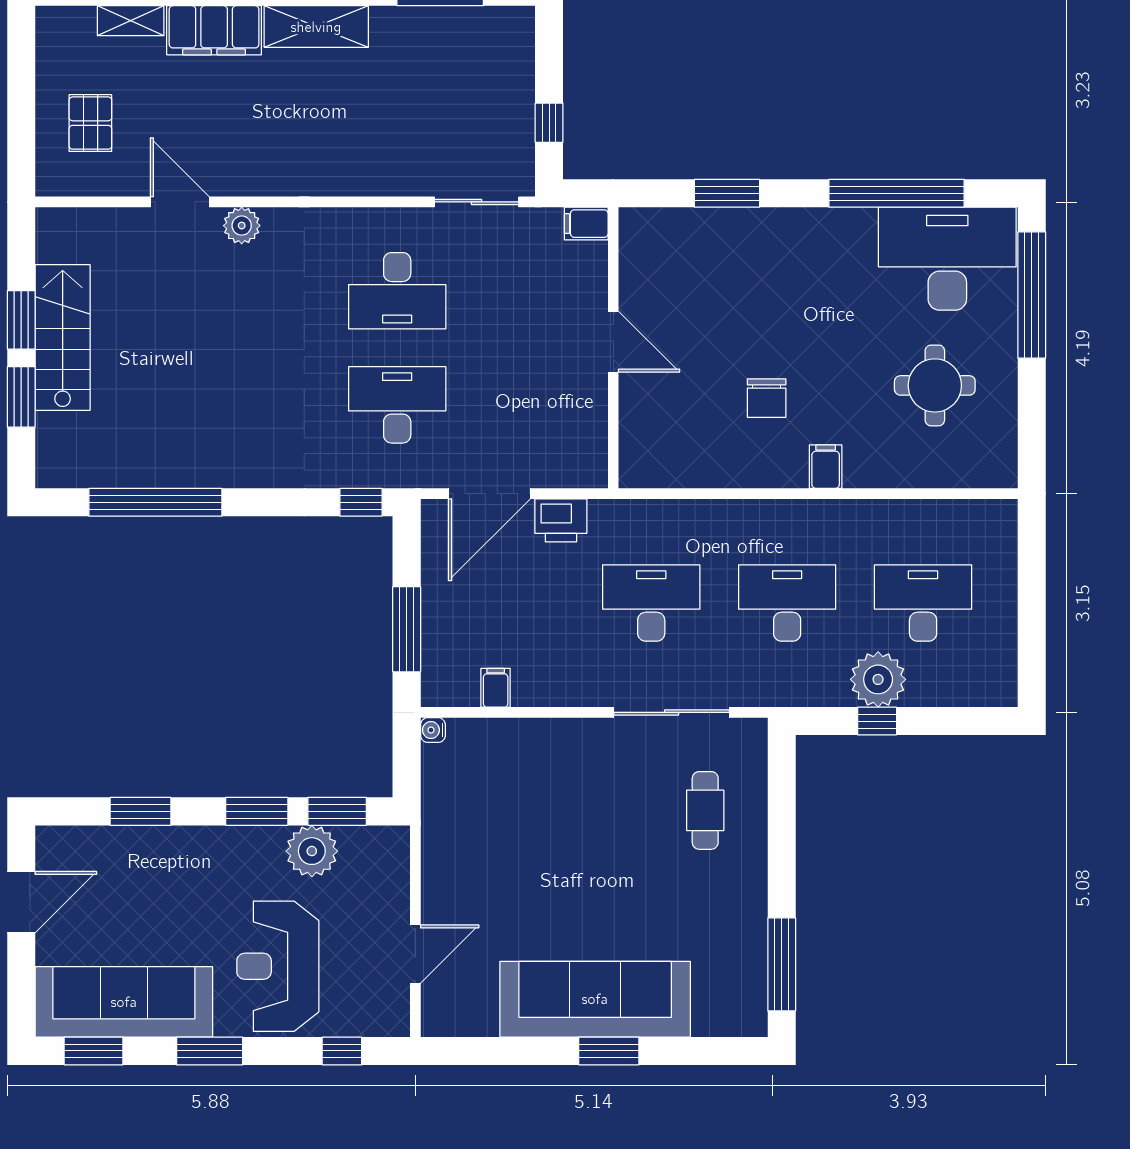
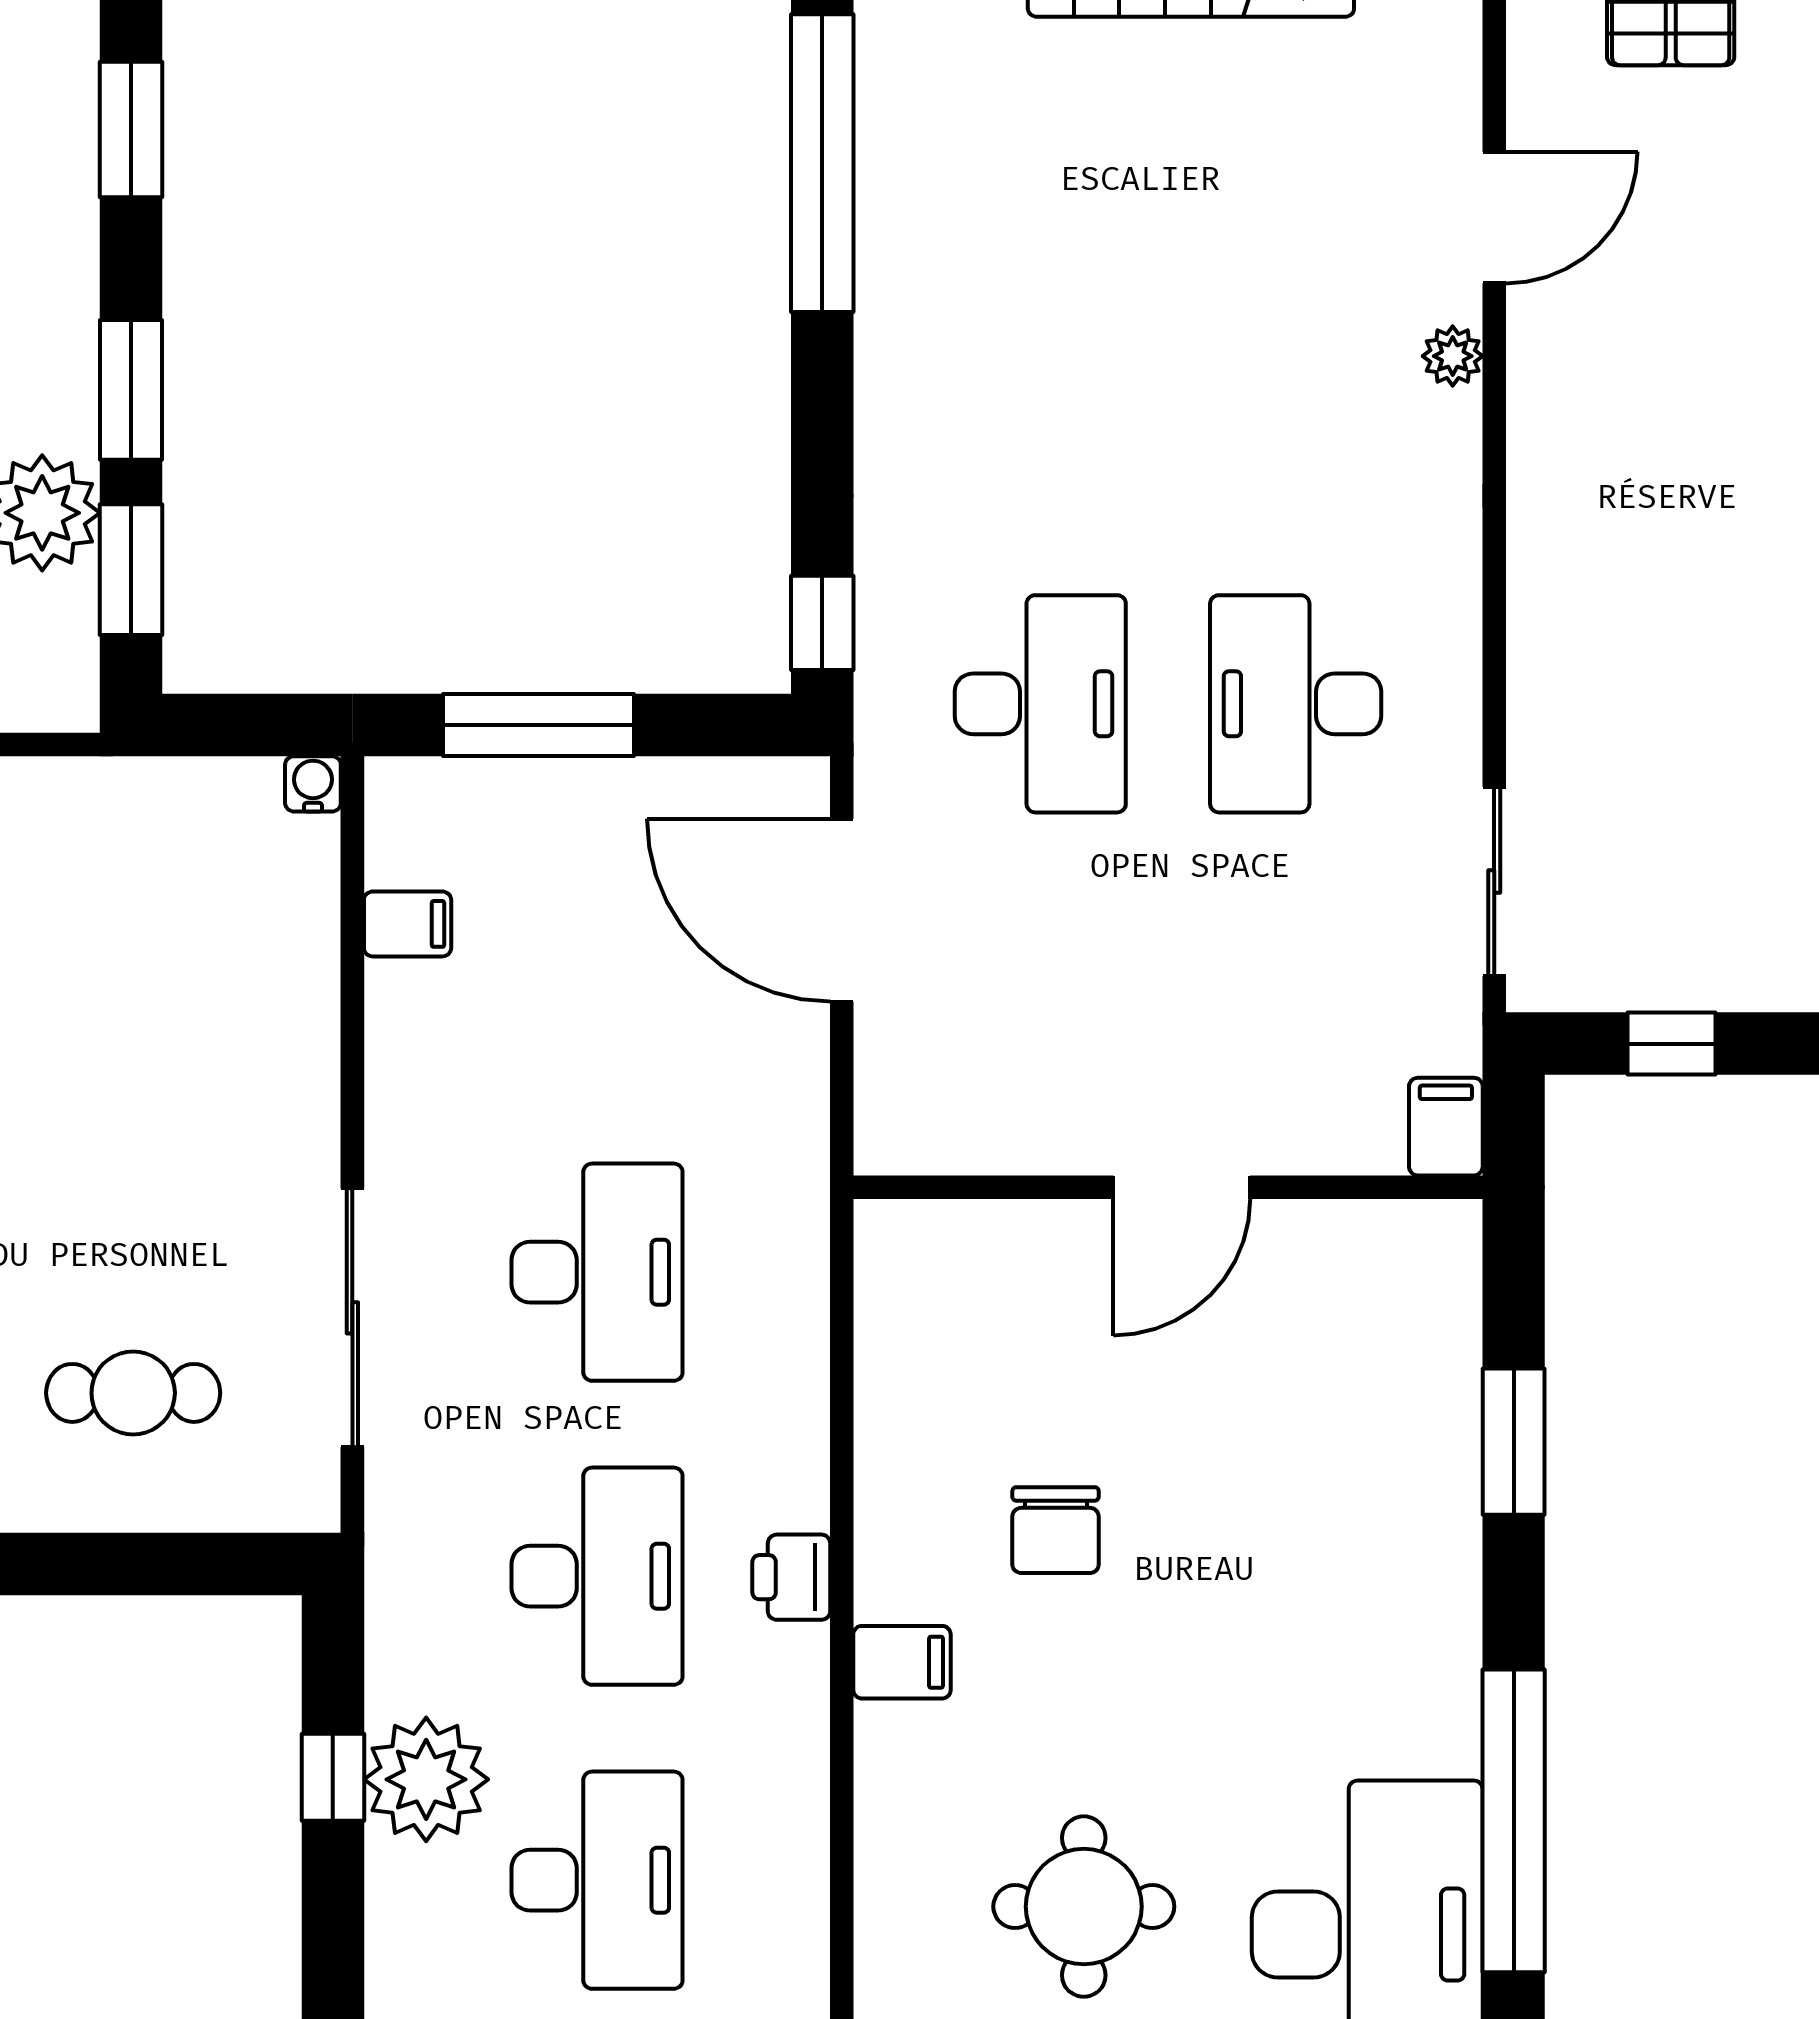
plant: (242, 226) -> (1453, 356), width x0.73, depth x0.73
chair: (767, 398) -> (1056, 1530), turned -90
printer: (561, 520) -> (791, 1577), moved, width x0.73, depth x0.81

